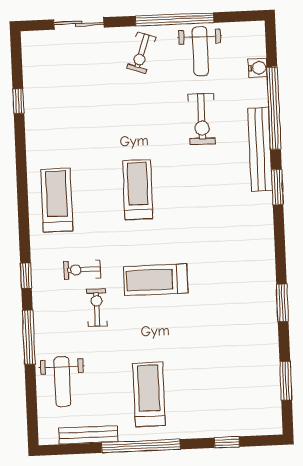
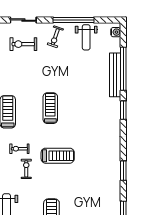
water cooler: (258, 68) -> (116, 32), moved
exercise bike: (202, 119) -> (23, 44), moved, turned 90
bench: (260, 149) -> (115, 75), moved
treadmill: (156, 280) -> (58, 156), turned 180

